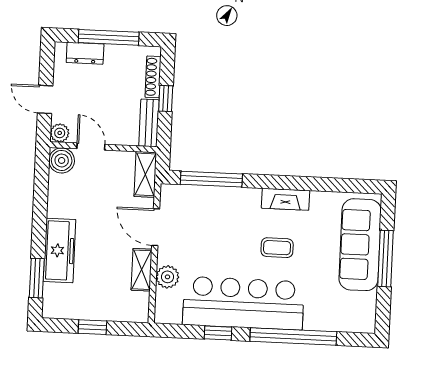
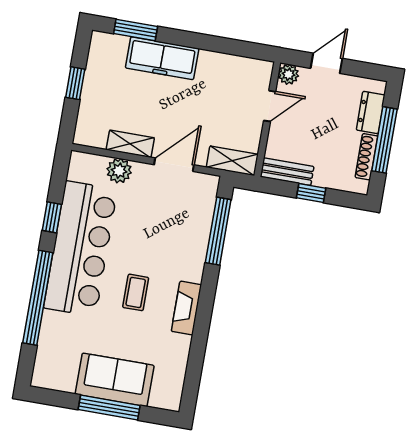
shoe rack: (153, 77) -> (366, 157), moved, turned -90
boiler: (62, 160) -> (259, 73), removed
sofa: (360, 245) -> (115, 380), width x0.73

